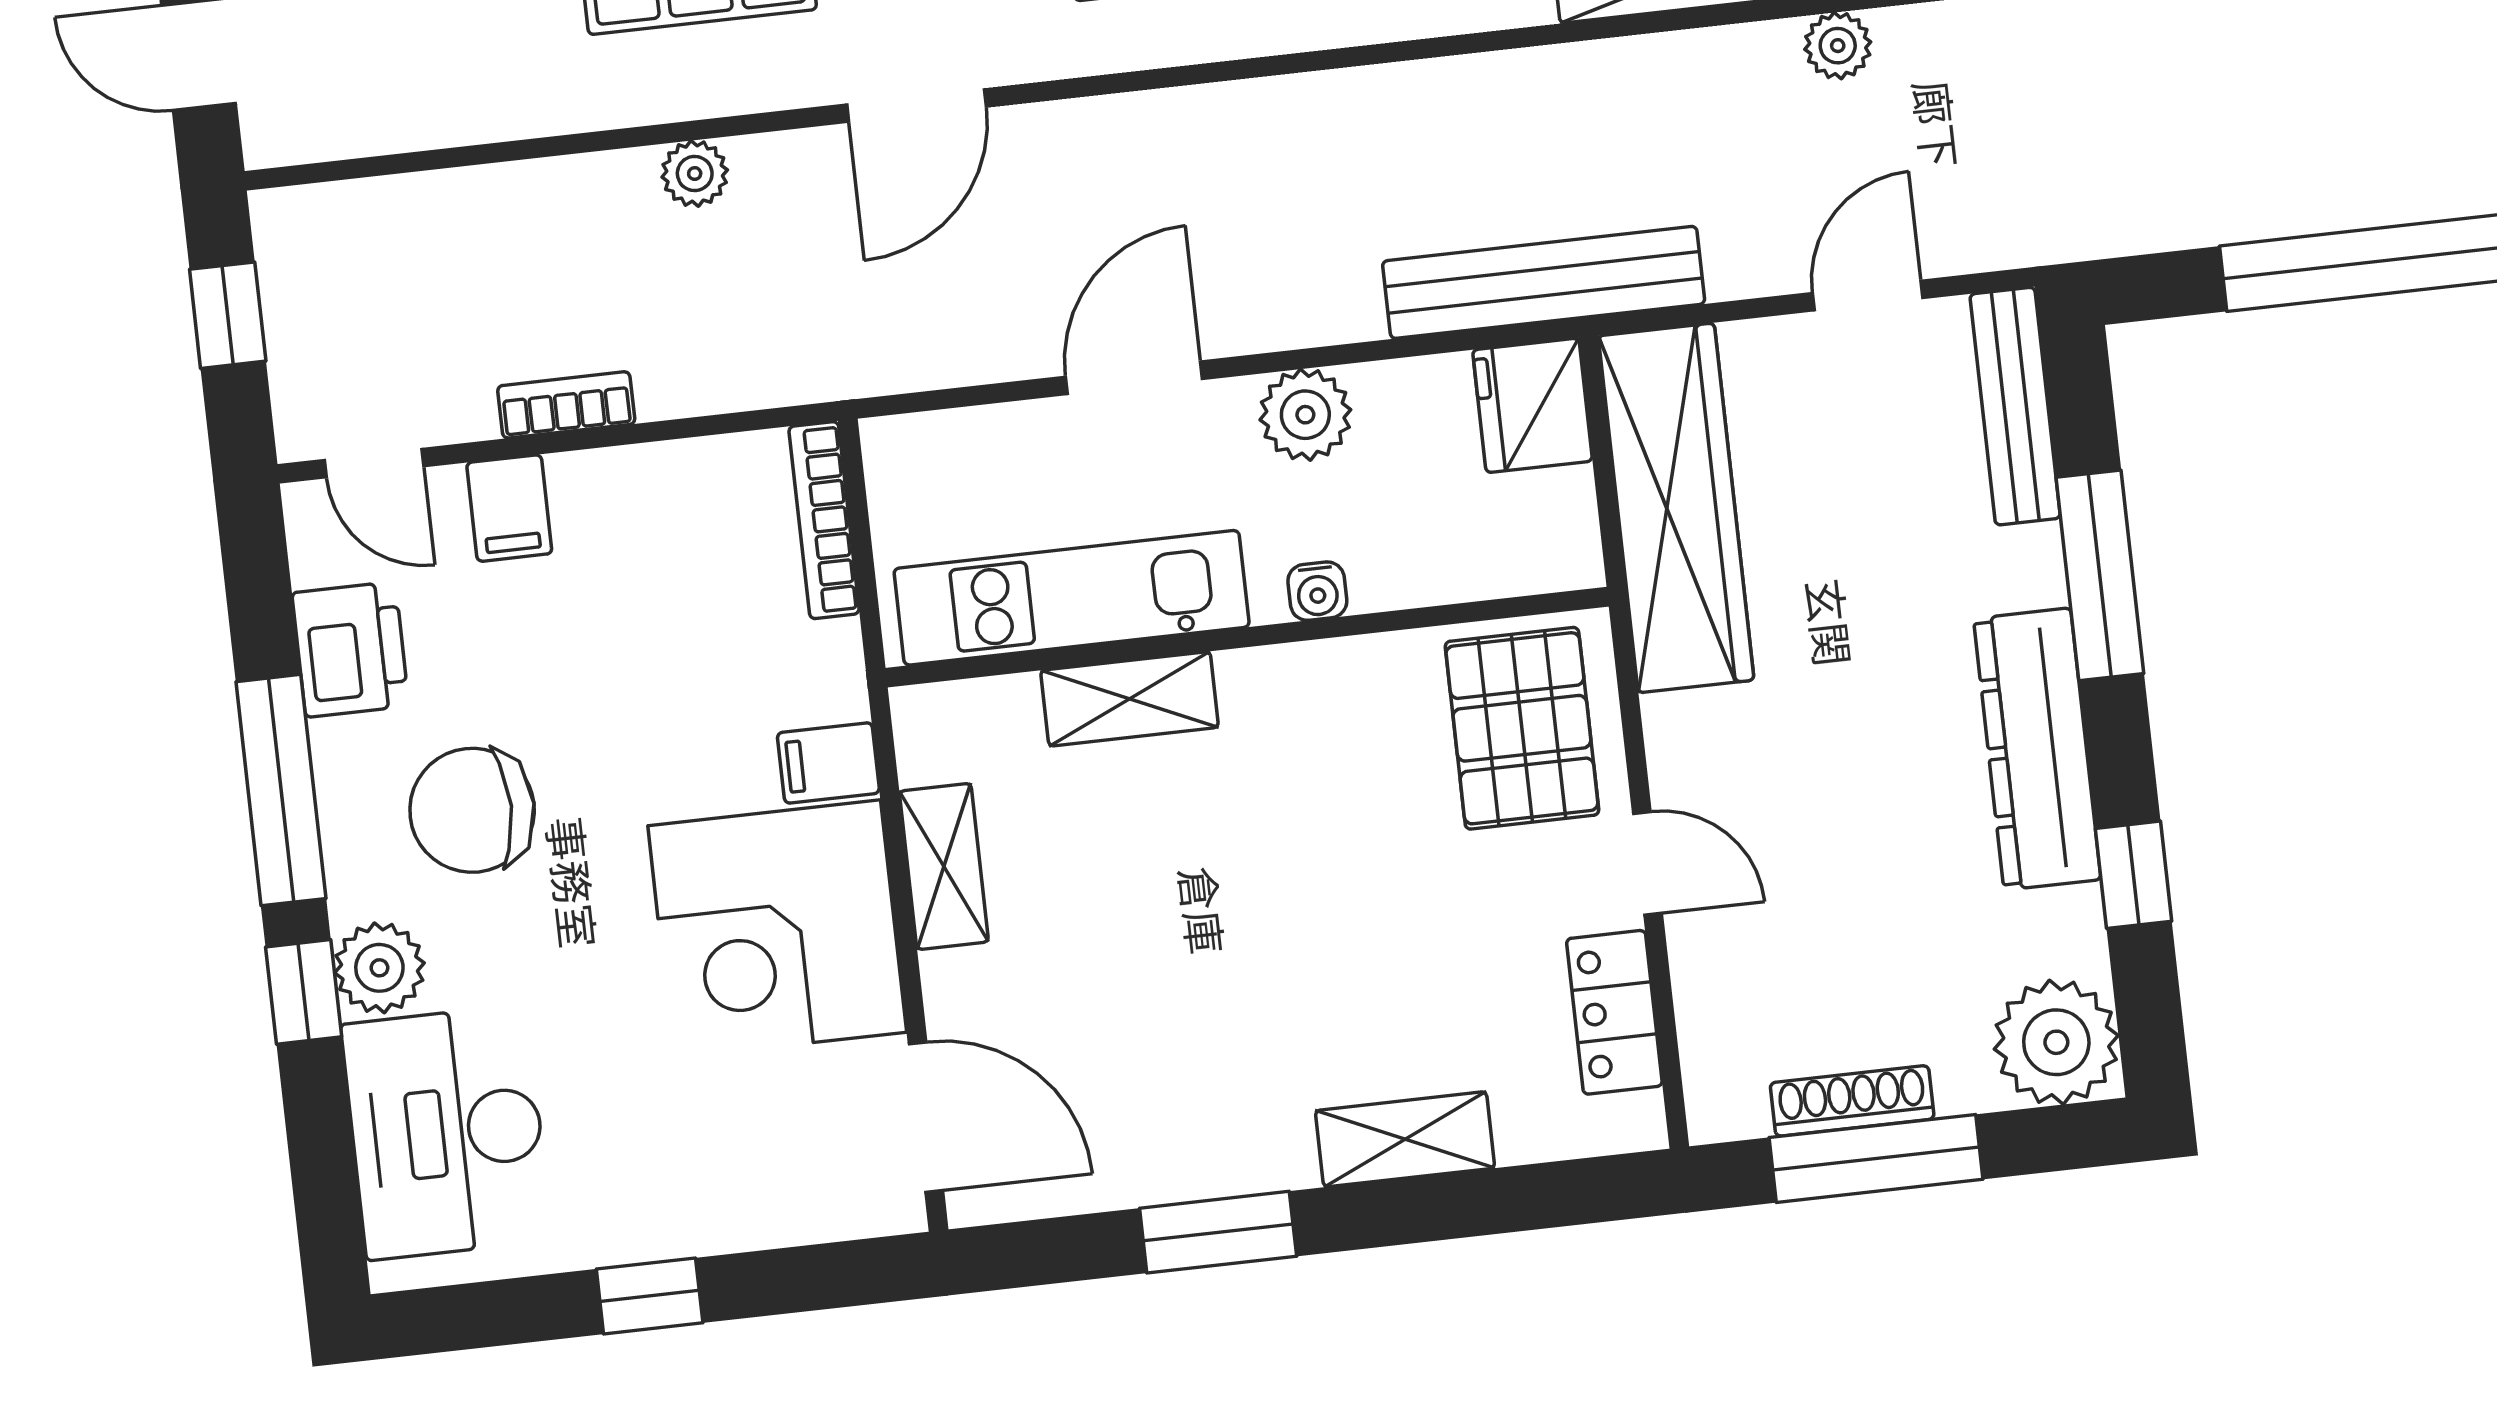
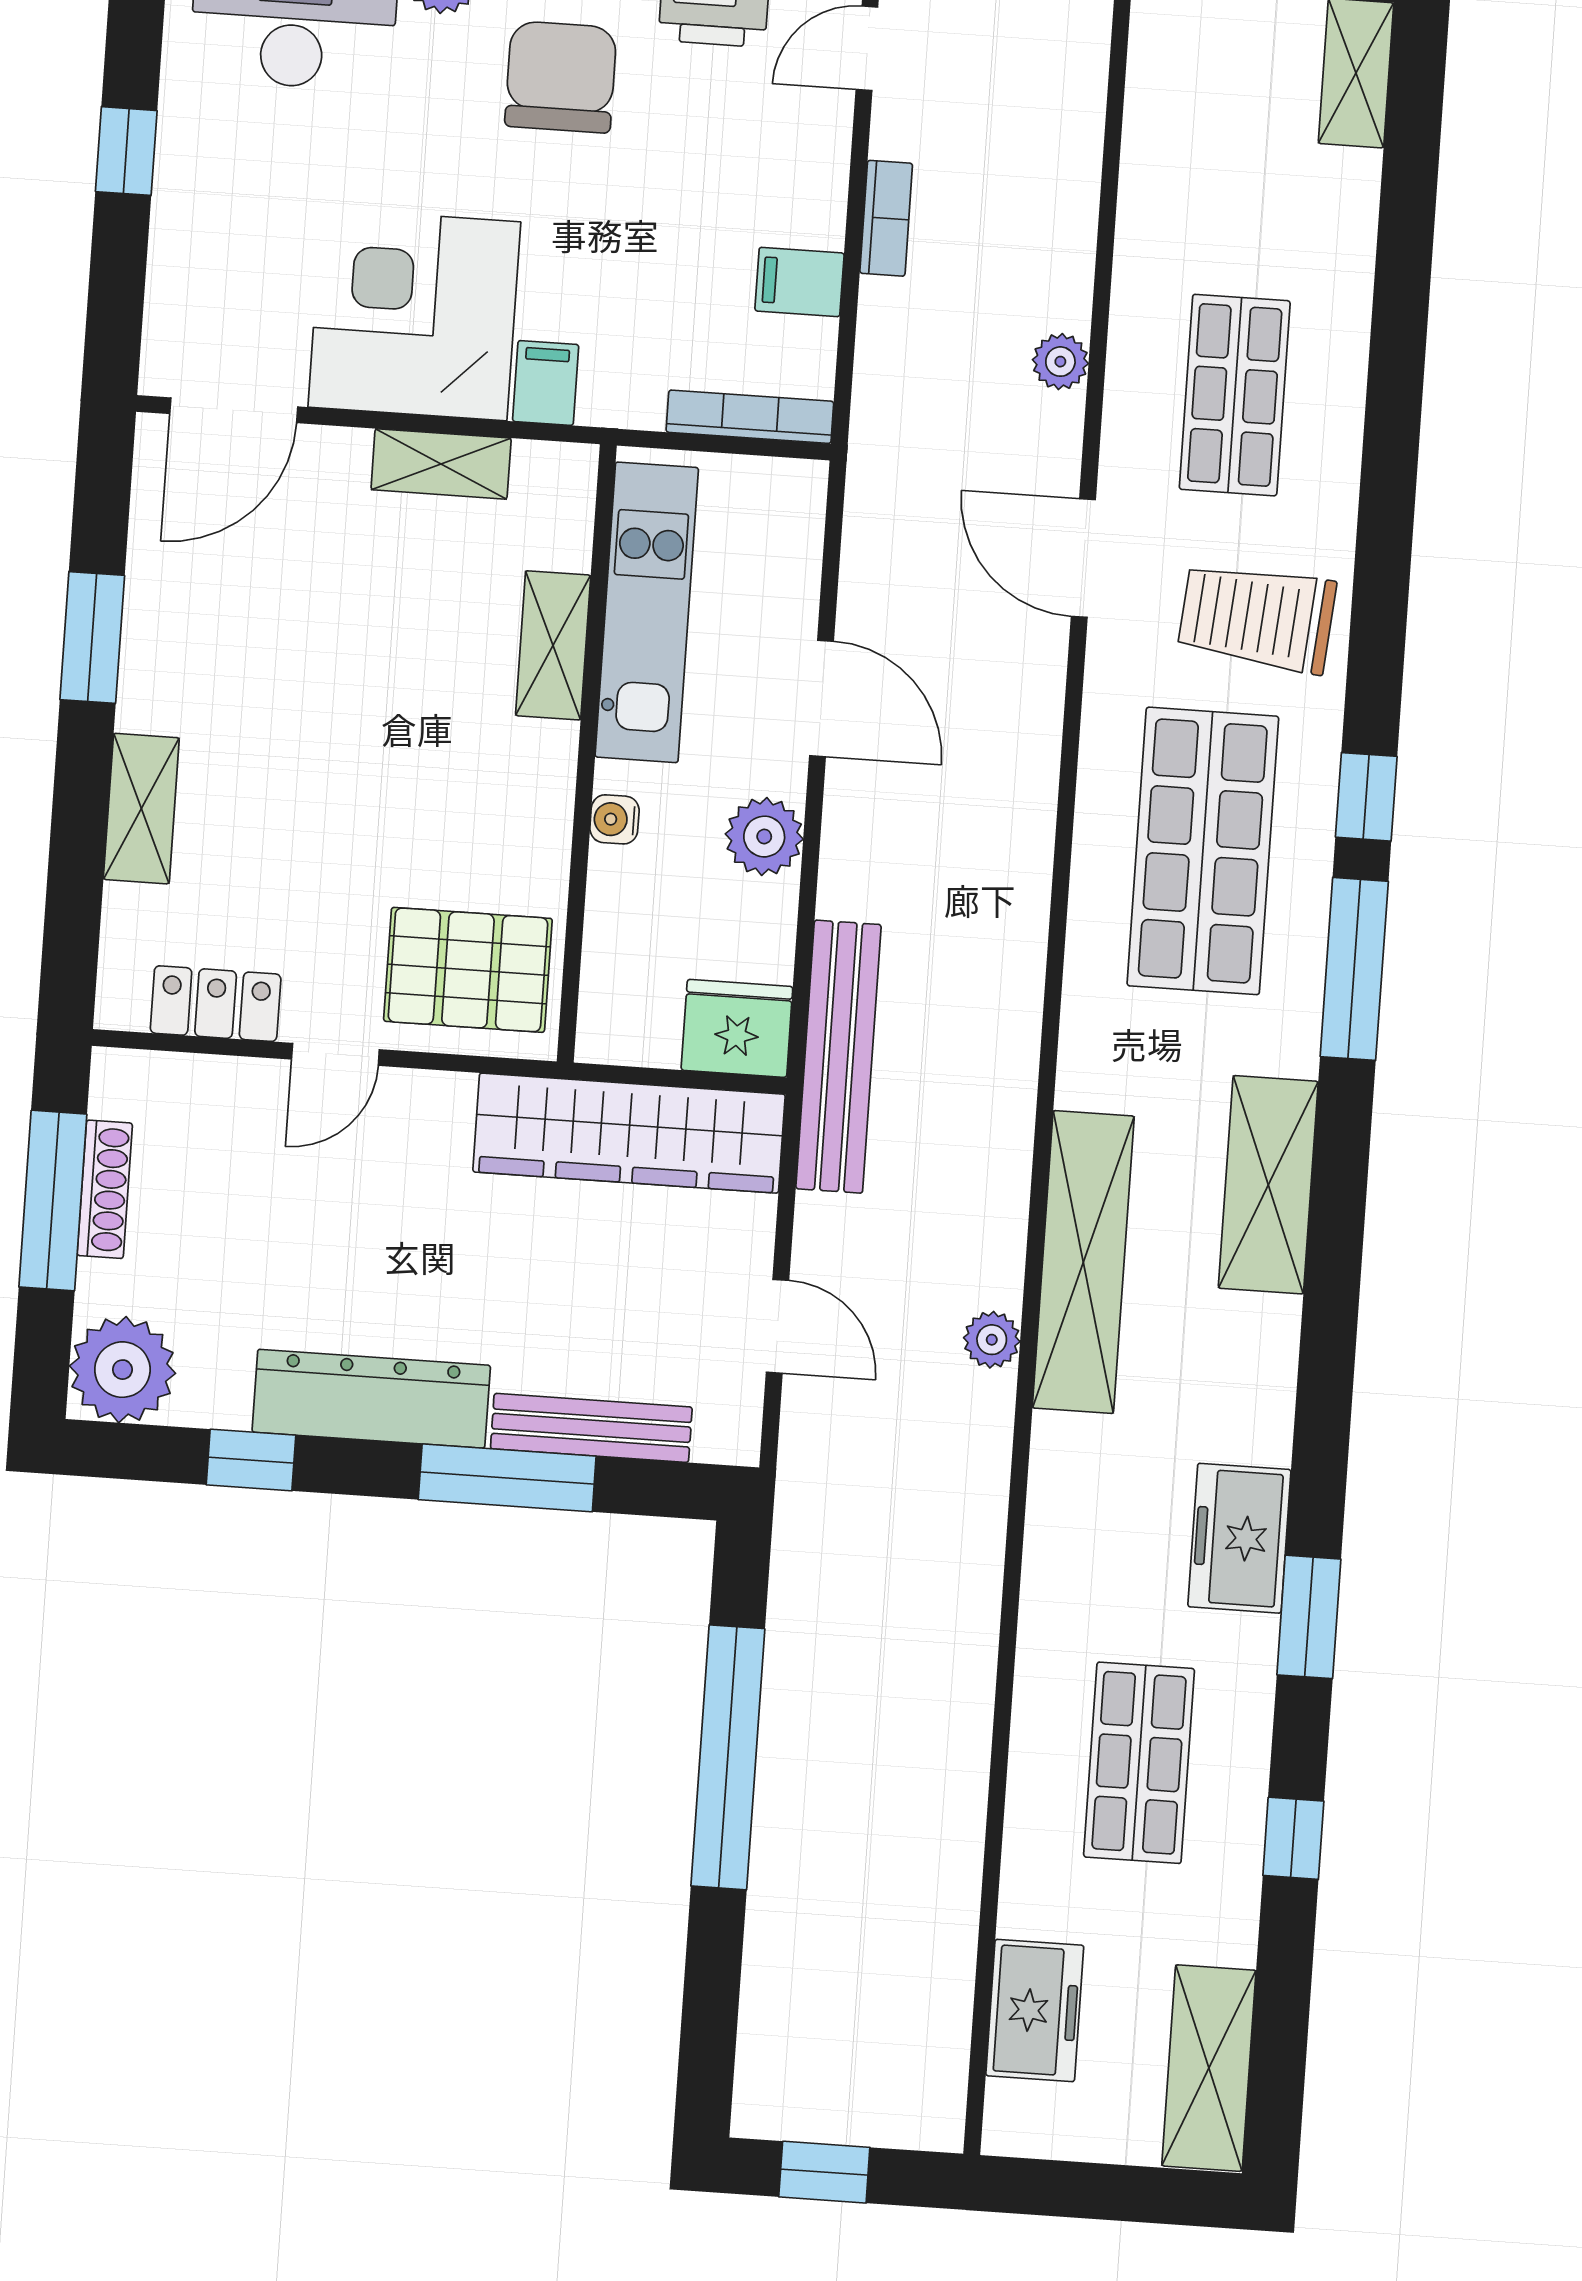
bench: (2015, 406) -> (591, 1428), moved
filing cabinet: (509, 508) -> (799, 282), moved

